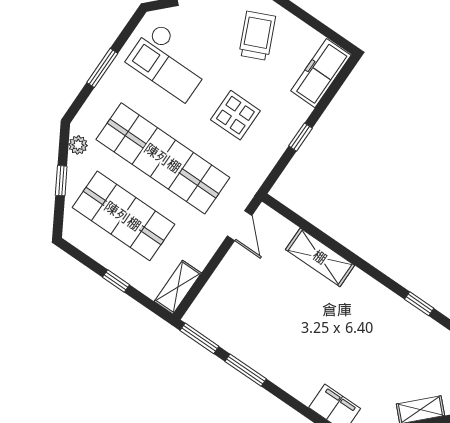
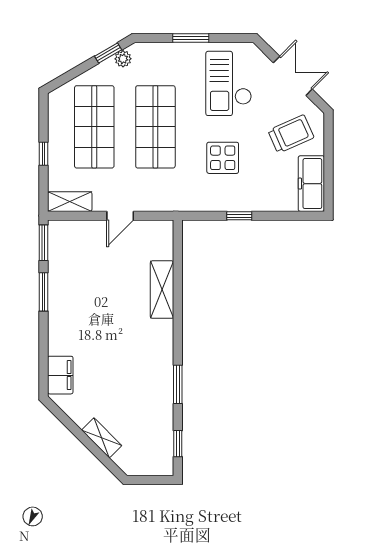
freezer: (321, 73) -> (311, 184), moved, turned -90
shop shelf: (163, 158) -> (155, 127), width x0.71
window: (61, 181) -> (108, 53), moved
door: (240, 226) -> (120, 216), moved
window: (419, 304) -> (178, 384), width x1.50

